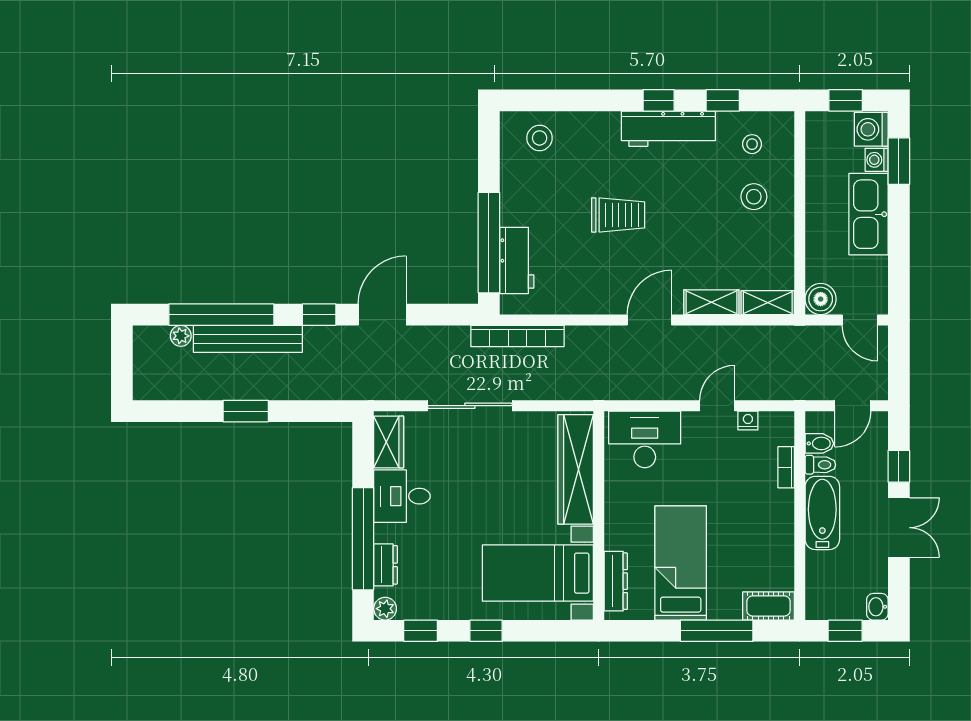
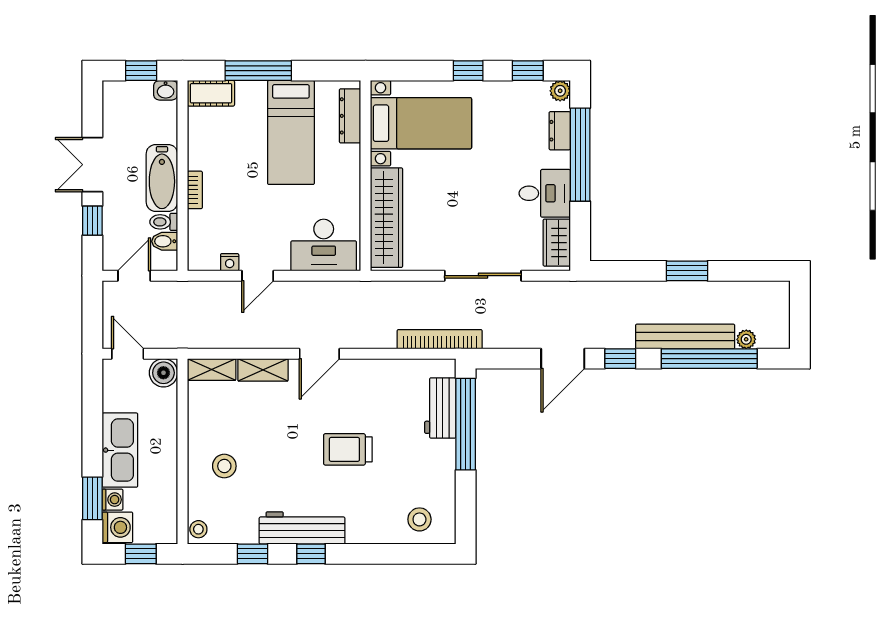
stool: (752, 144) -> (198, 529), moved
bookcase: (786, 467) -> (195, 190), moved
washbasin: (877, 607) -> (166, 90), moved, turned 90

